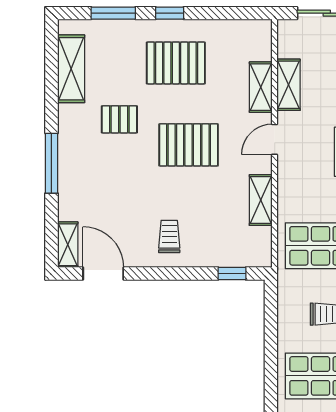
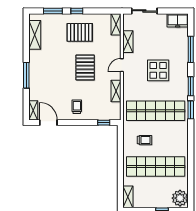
shelving: (261, 87) -> (116, 24), moved
pallet: (119, 119) -> (55, 57), removed
pallet: (189, 145) -> (85, 67), turned 90

